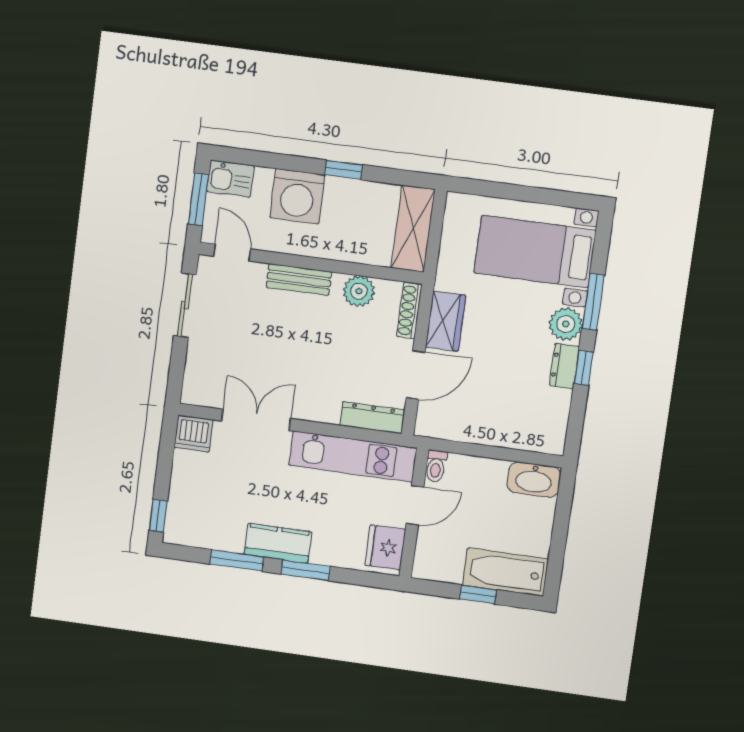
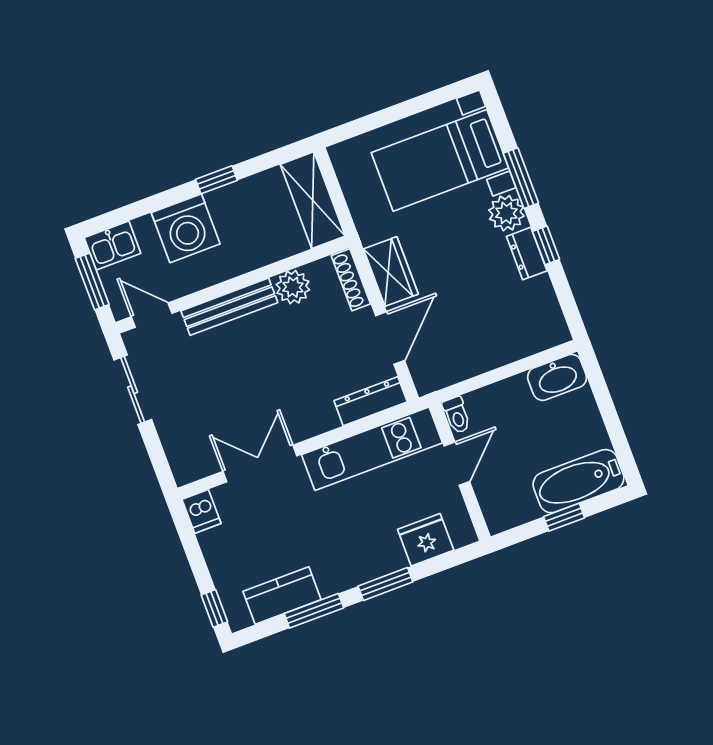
bench: (299, 280) -> (229, 307), width x1.36
dishwasher: (194, 434) -> (201, 511), width x0.73
kitchen counter: (278, 543) -> (282, 596), moved
fridge: (385, 547) -> (426, 540), moved, turned 90

